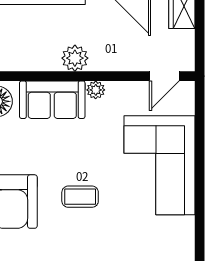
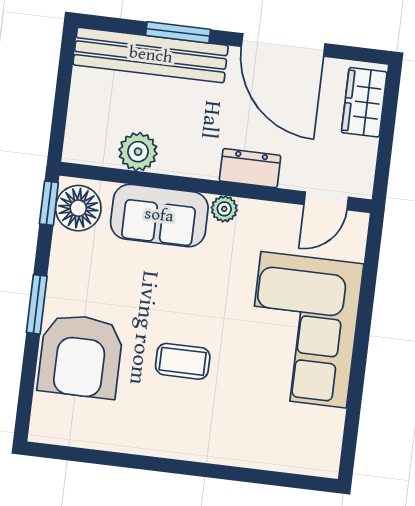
plant: (75, 58) -> (138, 152), moved
dresser: (110, 60) -> (250, 168), added

